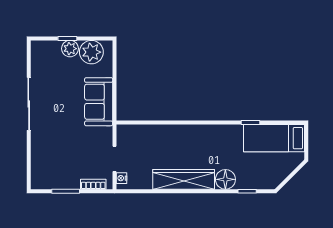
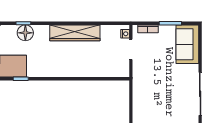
sofa: (99, 102) -> (187, 44), moved, turned 180
floor lamp: (225, 179) -> (25, 33), moved

